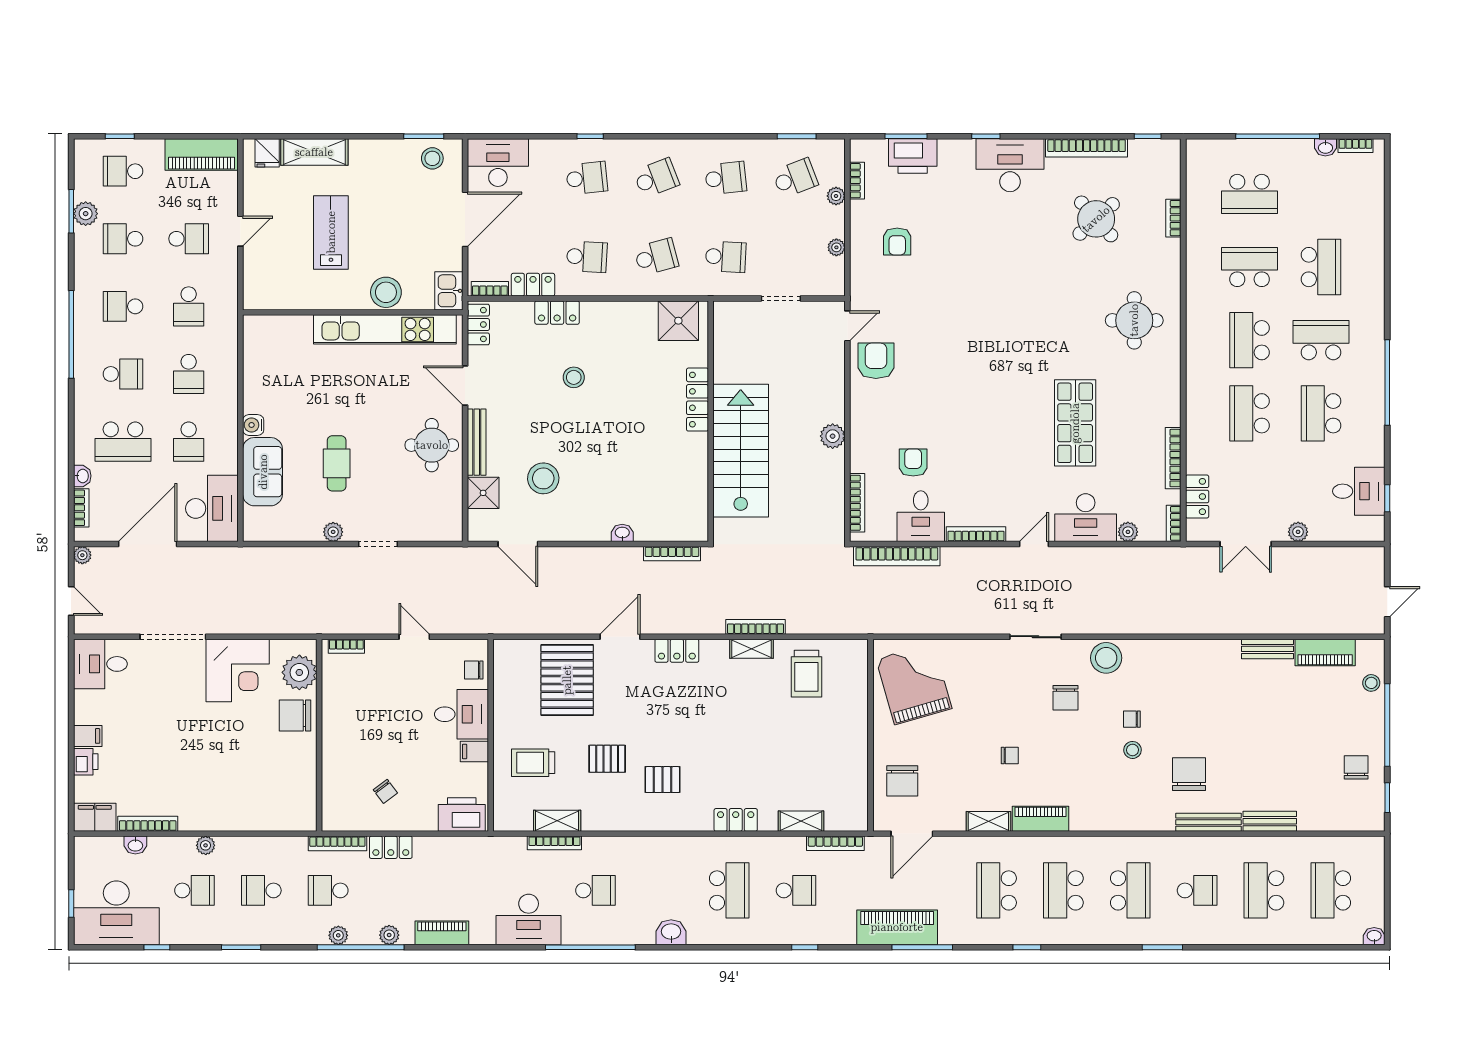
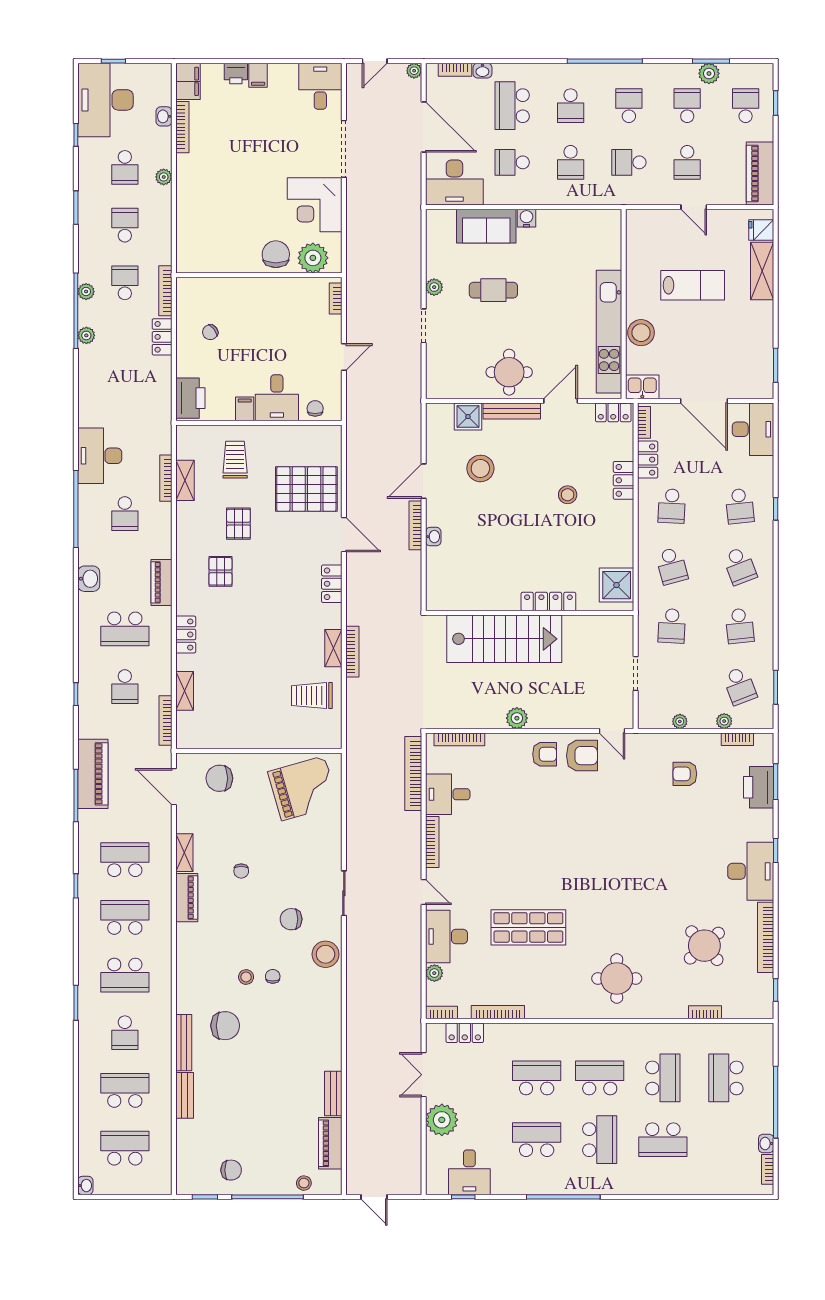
stool: (432, 158) -> (757, 373), removed
school desk: (189, 374) -> (571, 162), turned -90
armchair: (913, 463) -> (545, 754), moved
plant: (1298, 532) -> (442, 1120), width x1.87, depth x1.87
door: (518, 544) -> (424, 481), moved
bookcase: (672, 554) -> (415, 525), moved
piano: (442, 933) -> (161, 582), moved, turned 180

